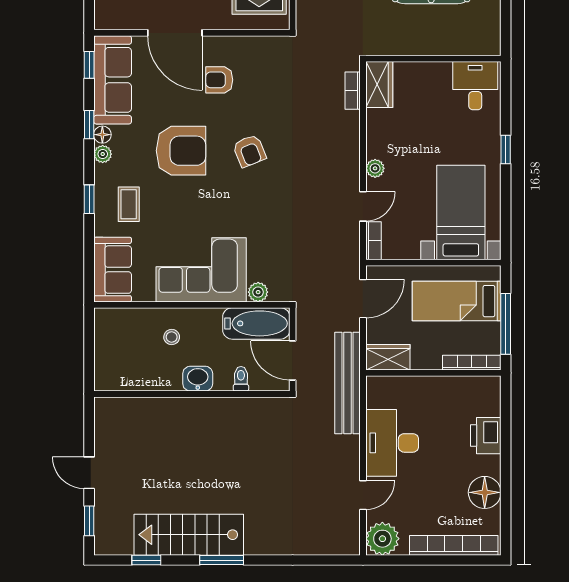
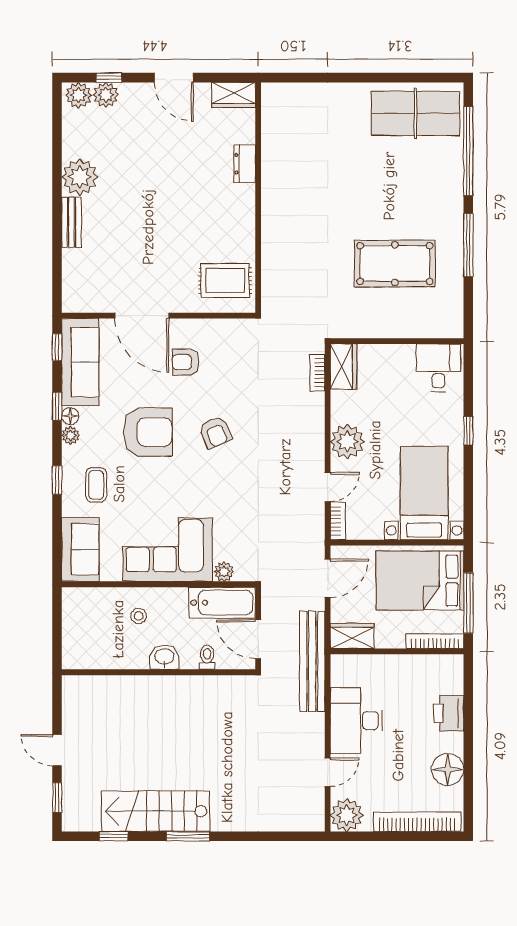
plant: (375, 168) -> (347, 441), width x1.87, depth x1.87
bed: (457, 301) -> (420, 581), width x1.50

